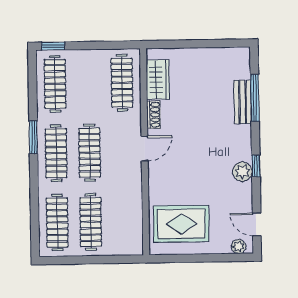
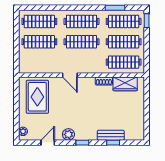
clothes rail: (89, 83) -> (124, 42), added
window: (255, 98) -> (113, 143), width x0.46
window: (33, 137) -> (115, 8), moved
door: (145, 148) -> (70, 75), moved
window: (256, 166) -> (82, 143), moved
door: (257, 224) -> (48, 143), moved

